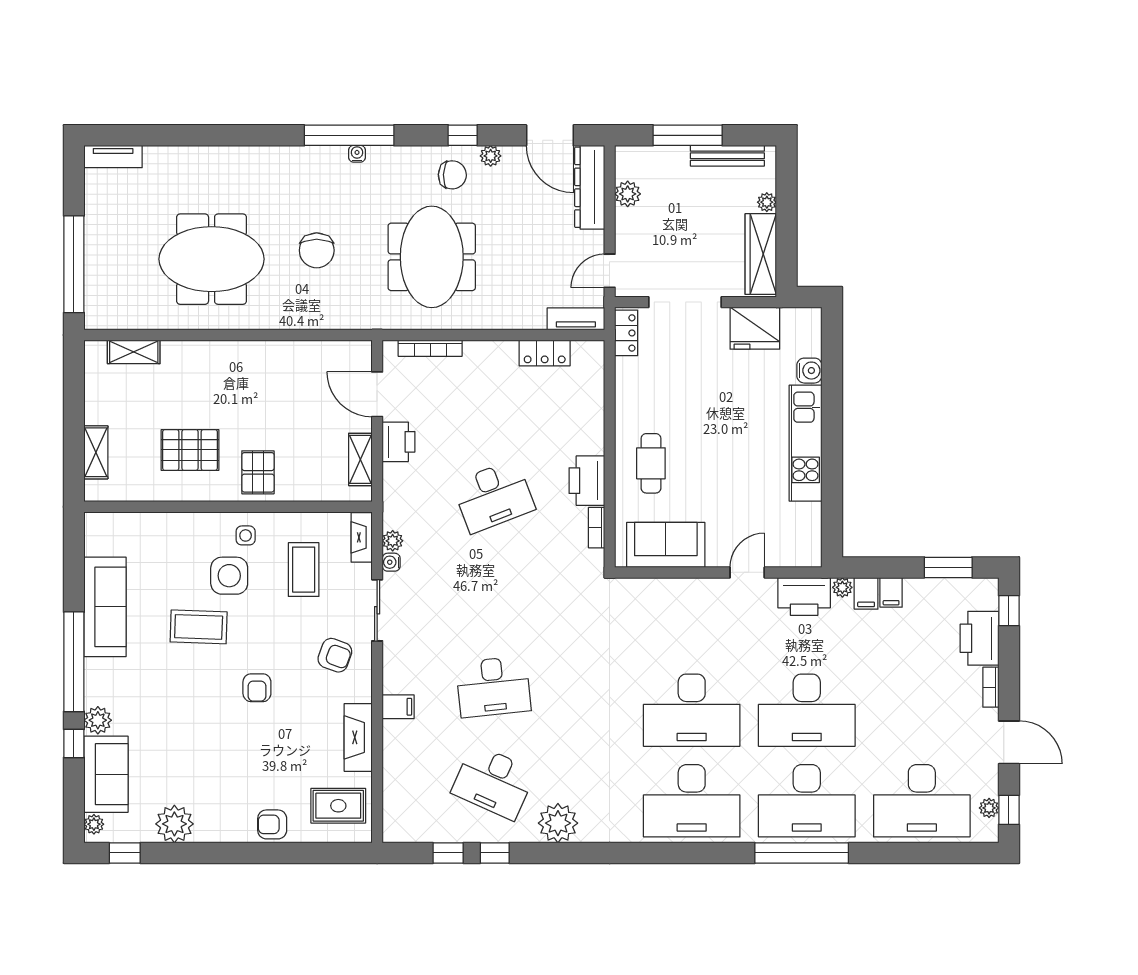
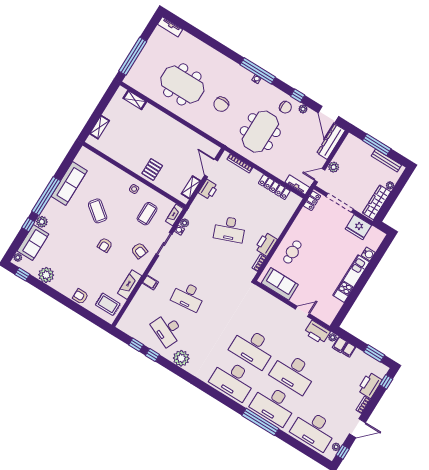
plant: (628, 194) -> (334, 167), moved
locker: (545, 353) -> (274, 187), width x1.53
pallet: (190, 450) -> (133, 147), removed
side table: (229, 576) -> (120, 200), removed
coffee table: (199, 627) -> (98, 211), turned 36
door: (1009, 742) -> (357, 428), hinge flipped

